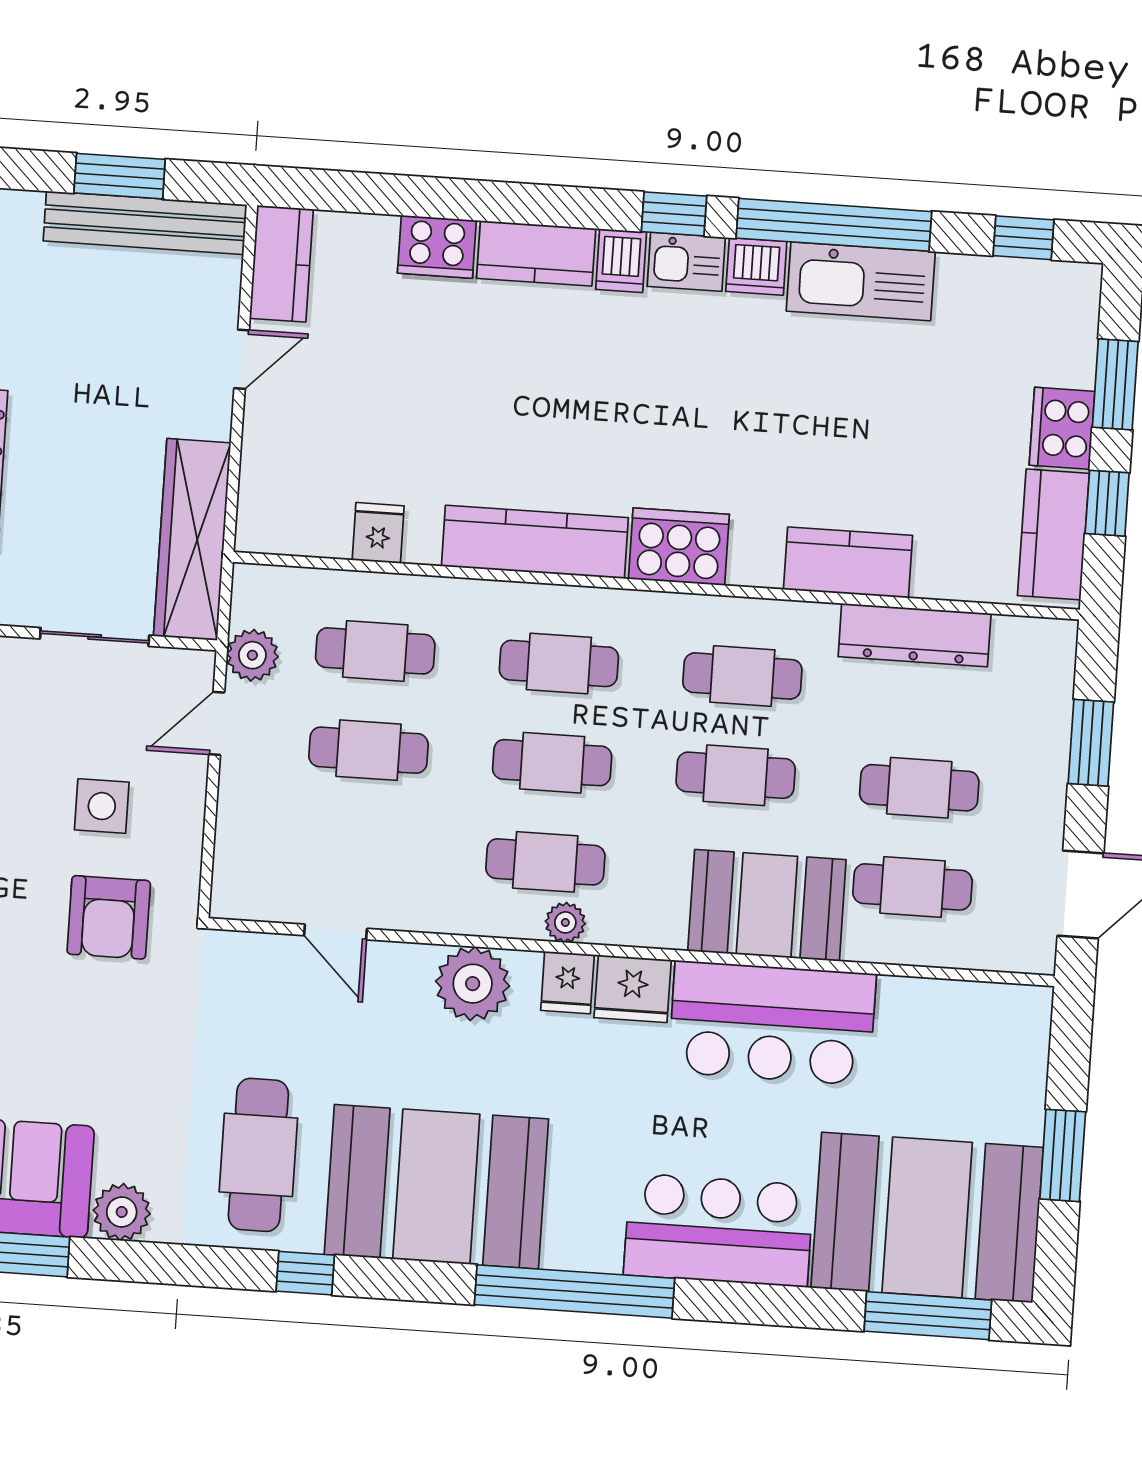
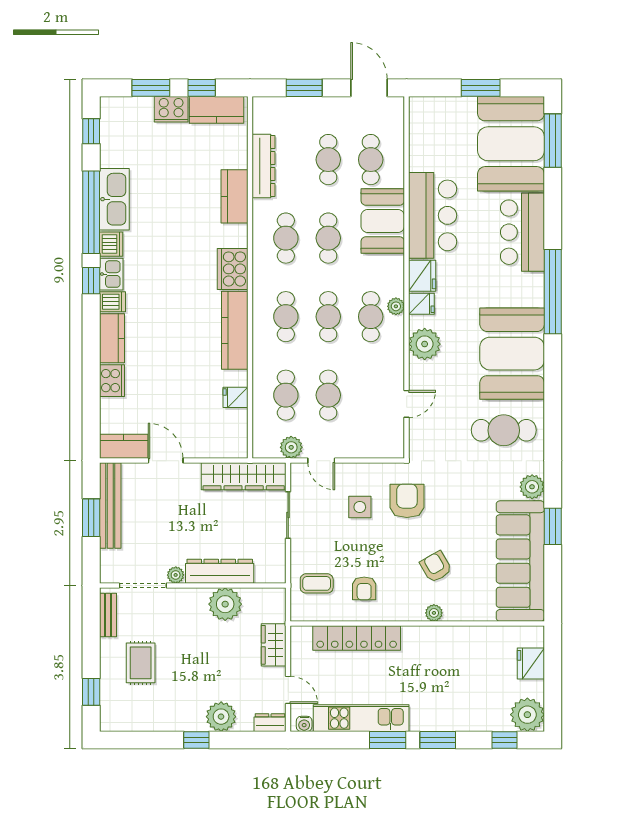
door: (242, 359) -> (166, 461), width x1.38
armchair: (109, 917) -> (407, 501), turned -90
window: (305, 1273) -> (553, 407), removed

